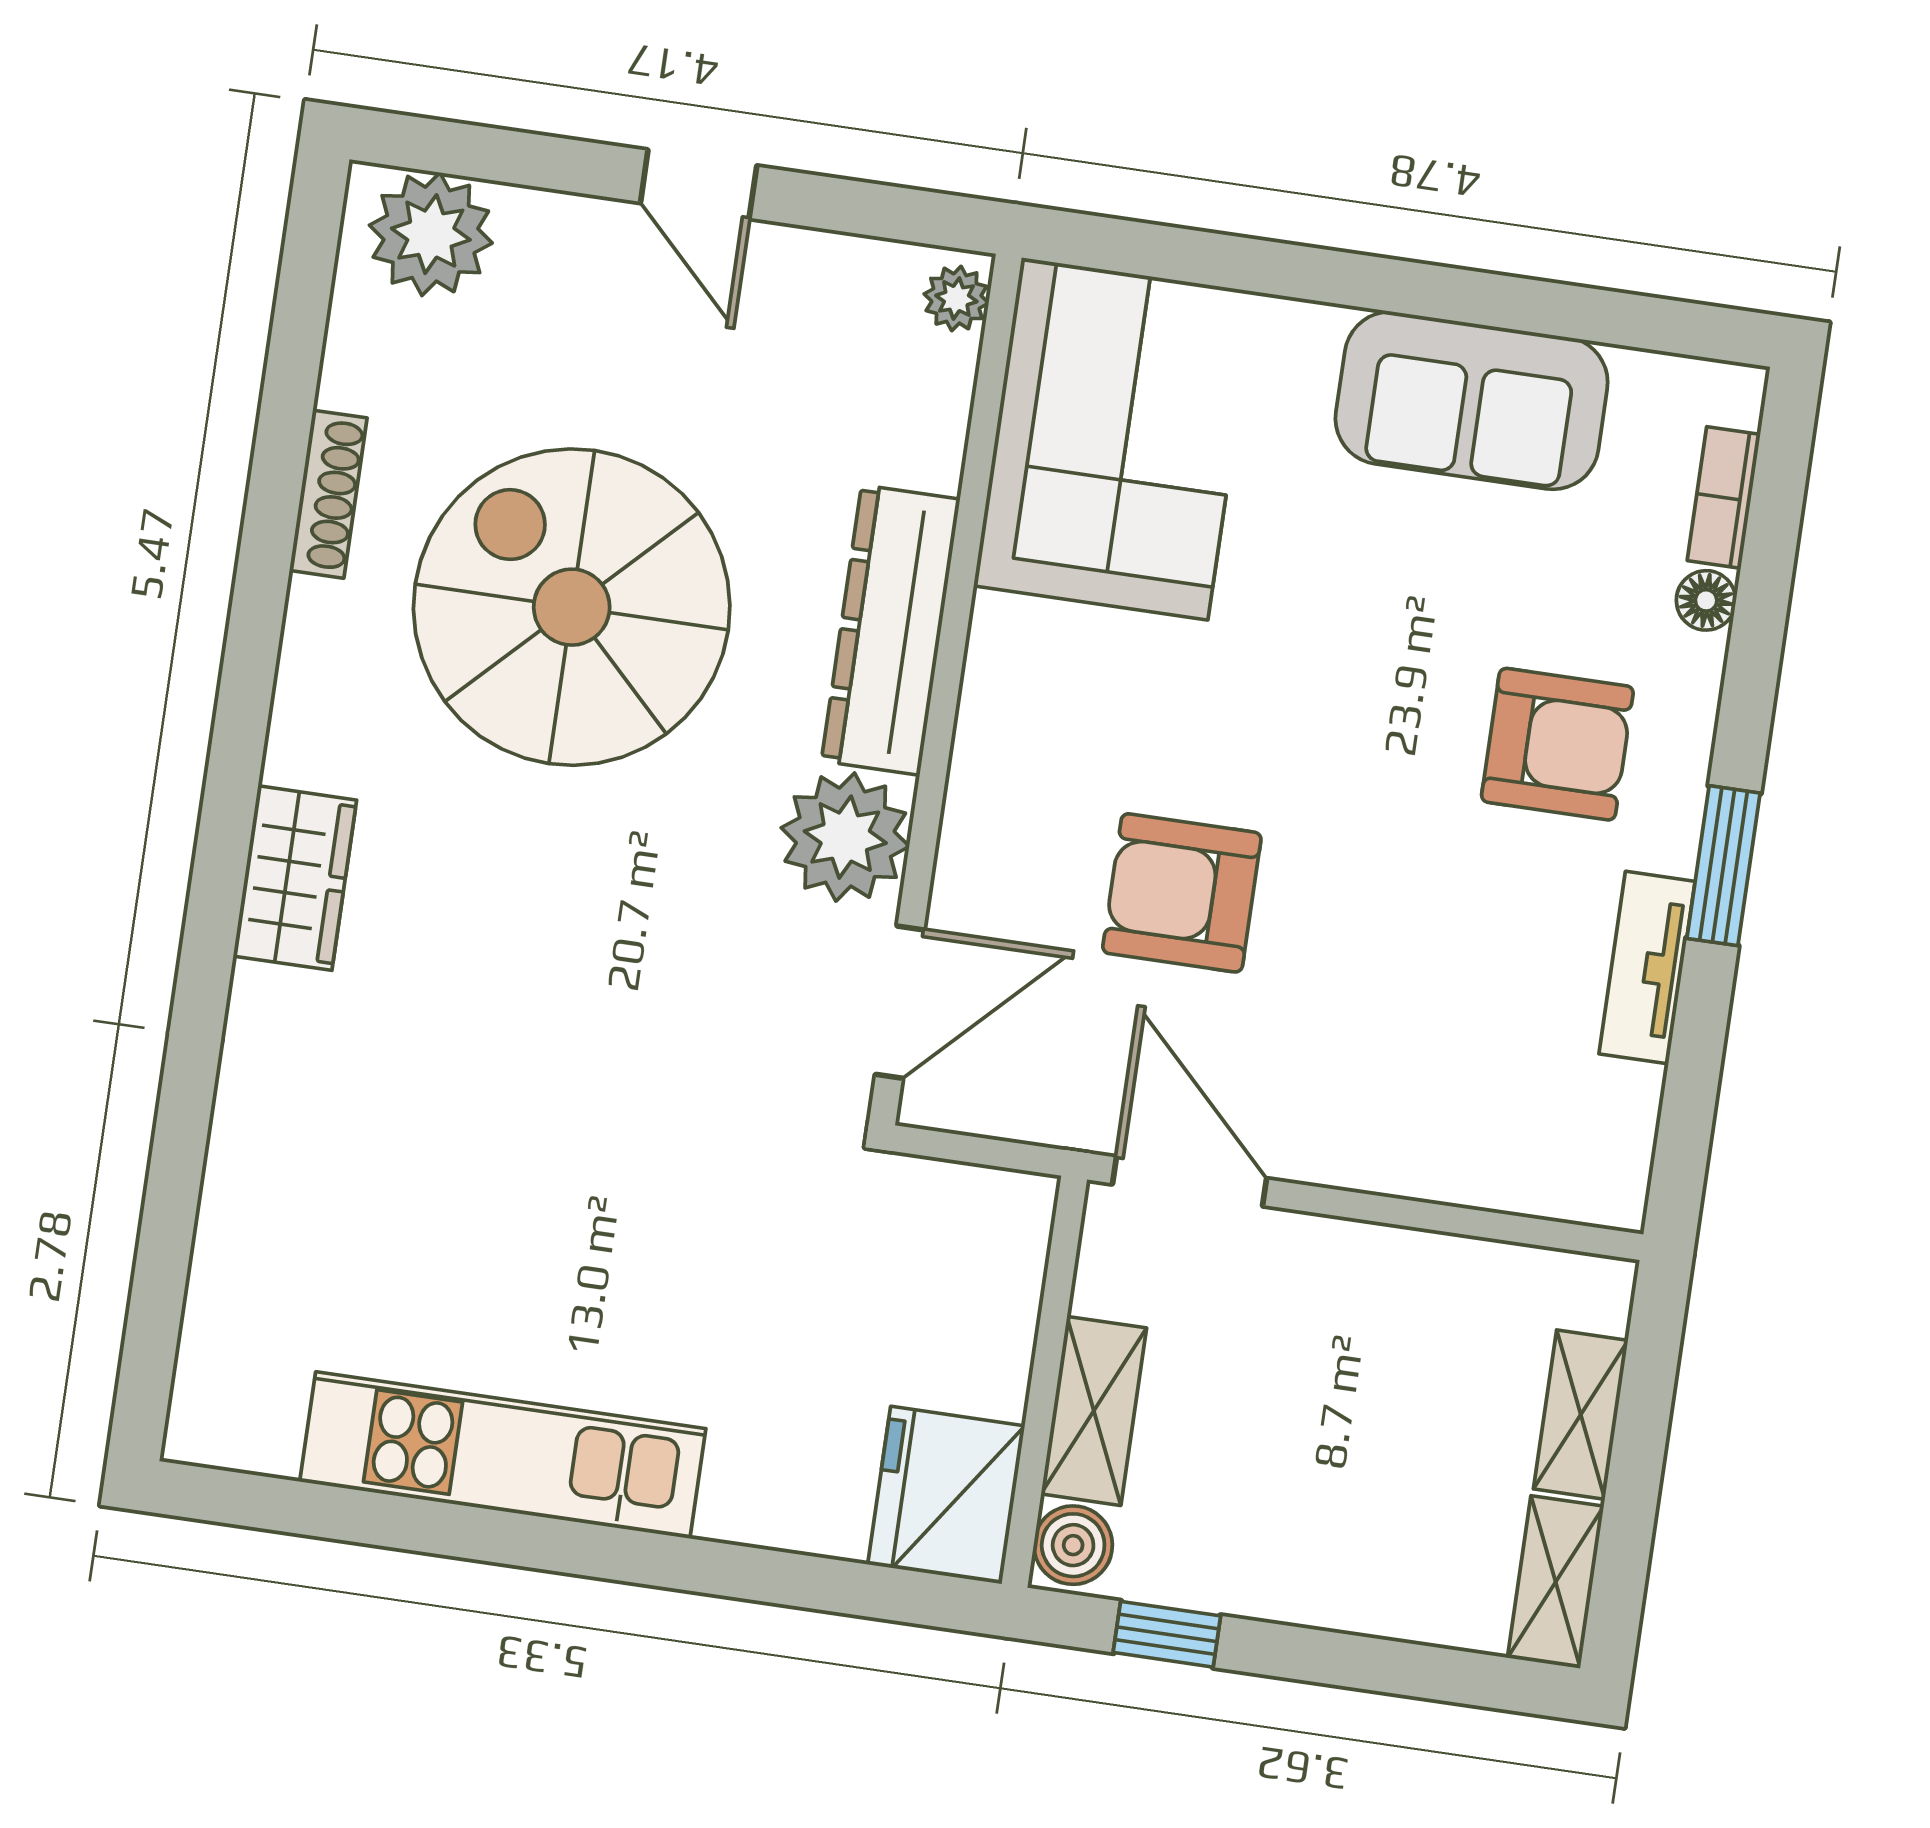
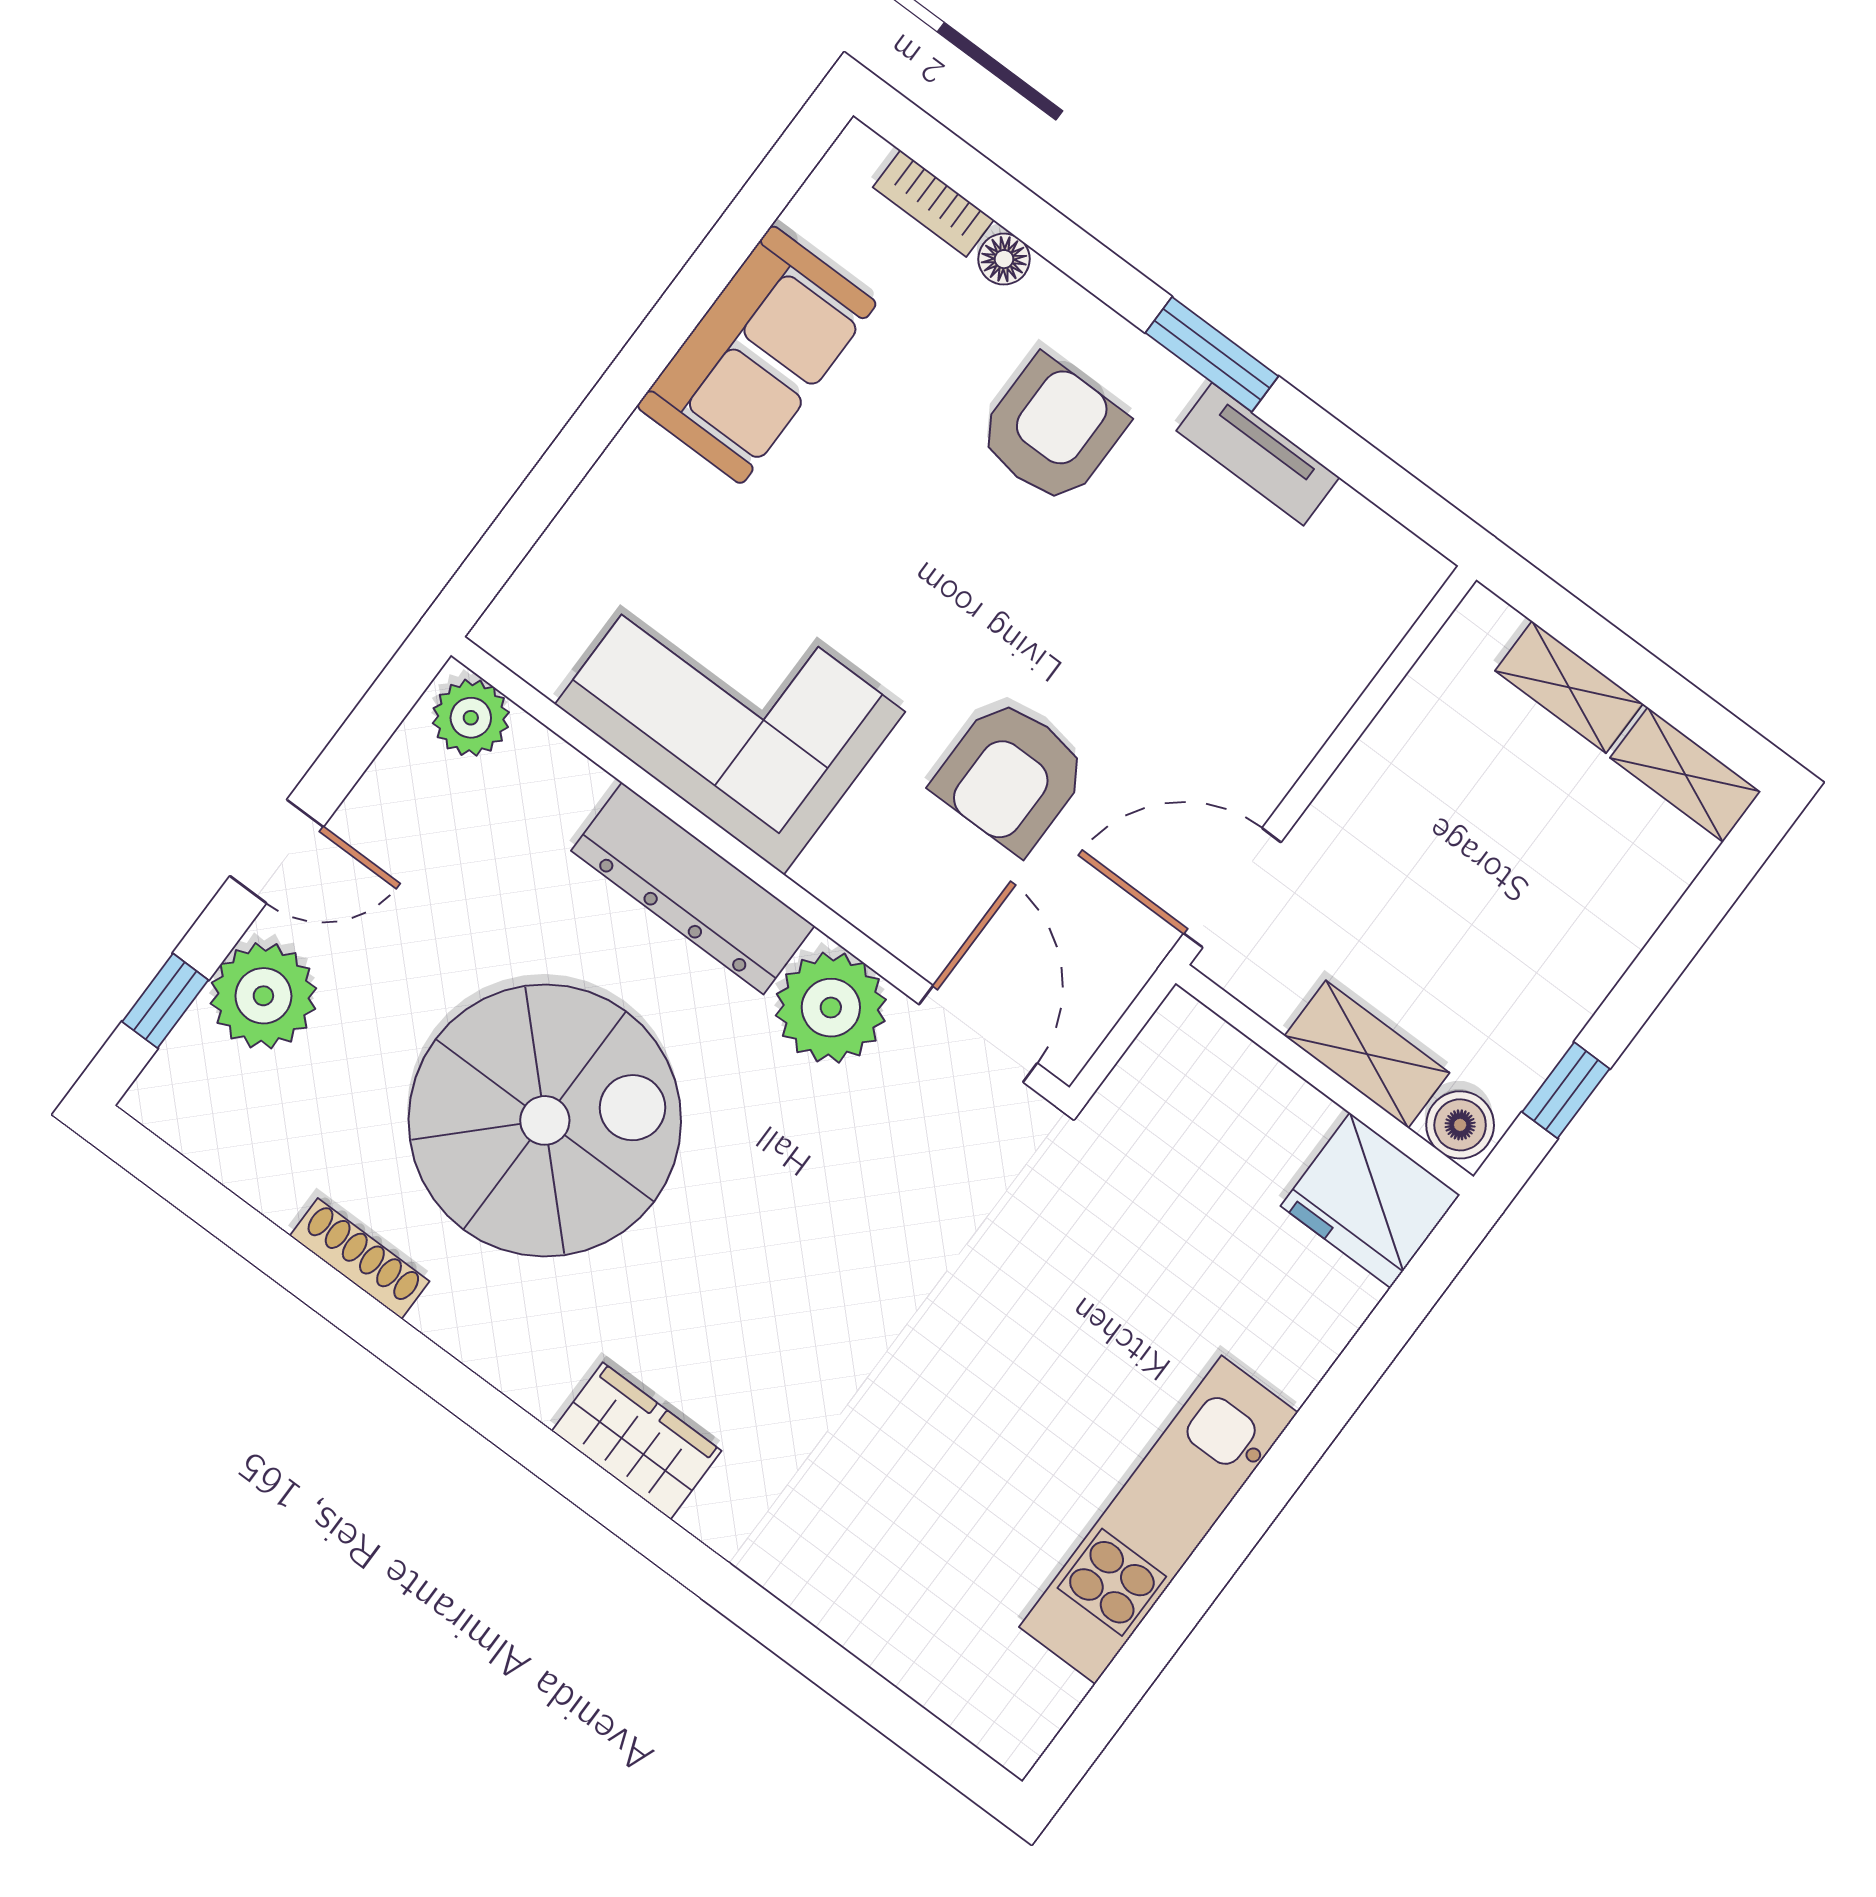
window: (484, 153) -> (165, 1001), added
plant: (431, 234) -> (263, 996), moved
plant: (956, 298) -> (471, 718), width x1.38, depth x1.38
corner sofa: (1115, 439) -> (730, 708), moved
spiral stairs: (572, 607) -> (545, 1120), turned 180

